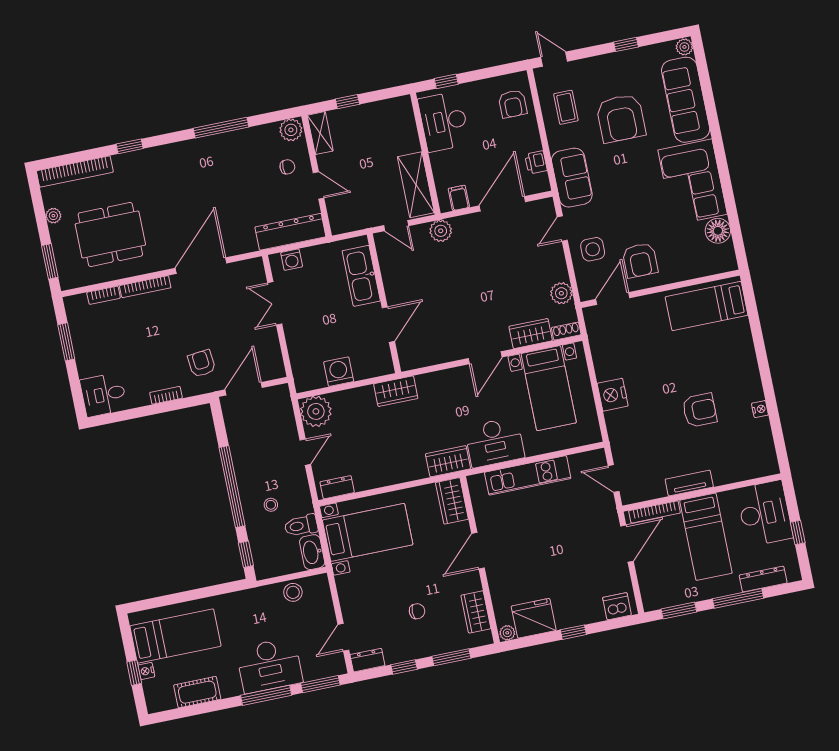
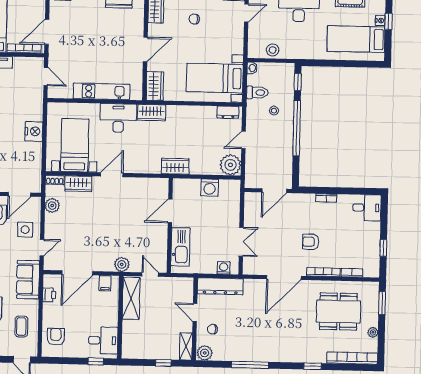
desk: (444, 122) -> (103, 340), width x0.73
window: (66, 342) -> (383, 248), width x0.67
armchair: (202, 363) -> (311, 242), moved, turned 96
washbasin: (312, 552) -> (252, 68), width x0.52, depth x0.69

